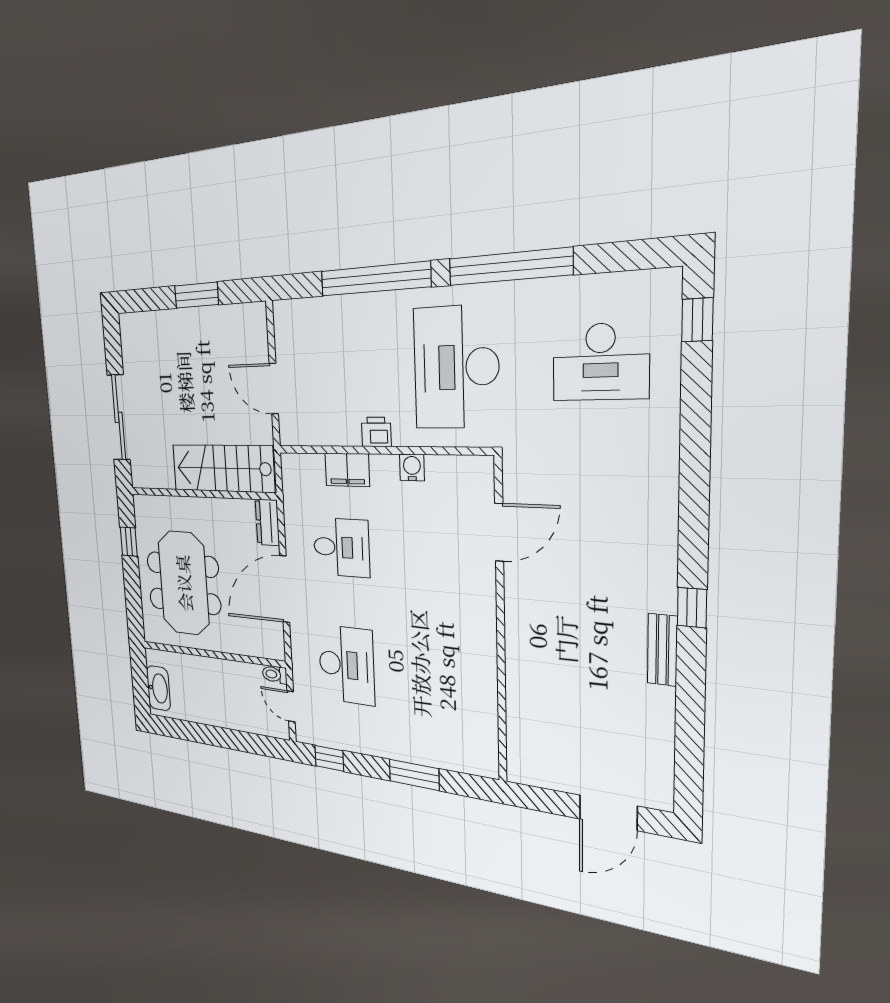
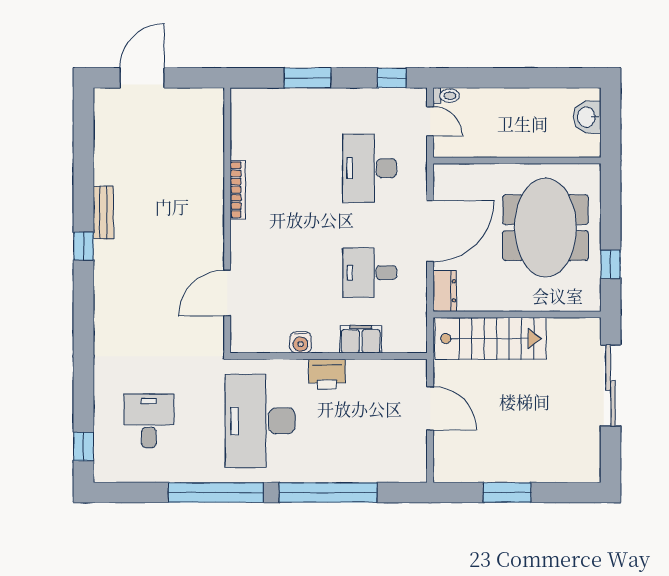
desk: (600, 362) -> (149, 421), width x0.73
desk: (456, 367) -> (260, 421), turned 180
printer: (376, 432) -> (327, 374), width x1.36, depth x1.24
bookcase: (489, 659) -> (238, 190), added
toilet: (275, 674) -> (446, 96), moved
washbasin: (158, 688) -> (587, 117), width x0.72

